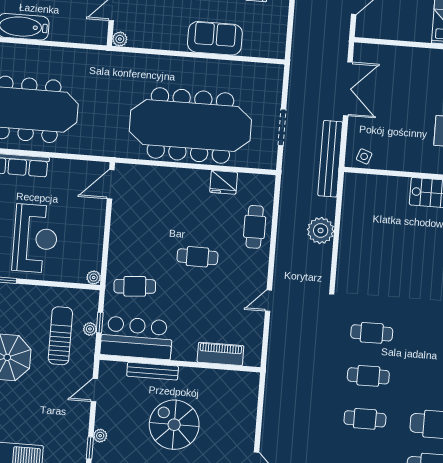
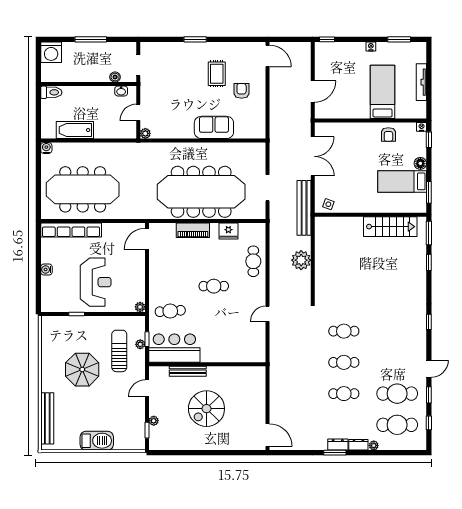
piano: (220, 354) -> (193, 230), moved, turned 180
spiral stairs: (174, 425) -> (206, 409), turned -90

